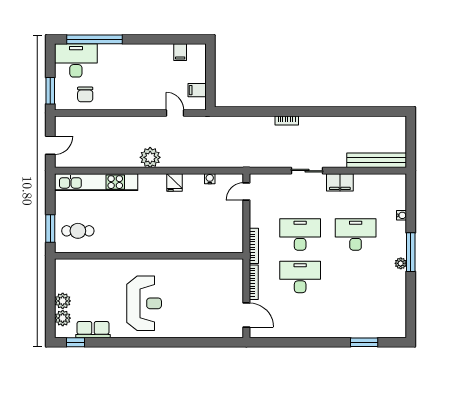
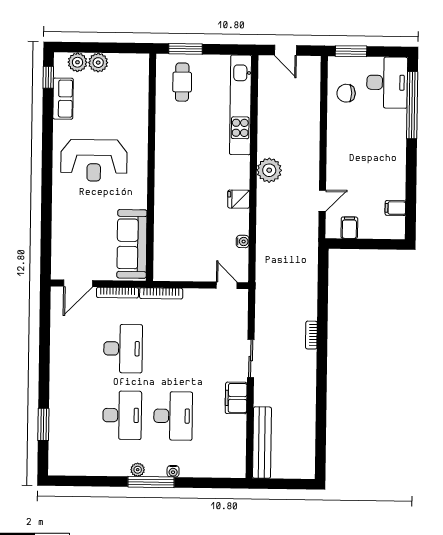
water cooler: (402, 215) -> (173, 471), moved
desk: (300, 235) -> (122, 415), moved
sofa: (213, 271) -> (132, 244), added

